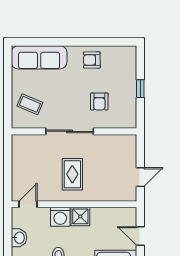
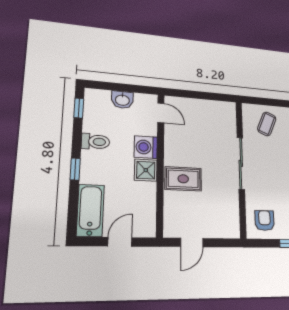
armchair: (99, 101) -> (265, 220), moved, turned 90
rug: (72, 174) -> (183, 179), moved
door: (140, 177) -> (192, 243), hinge flipped

